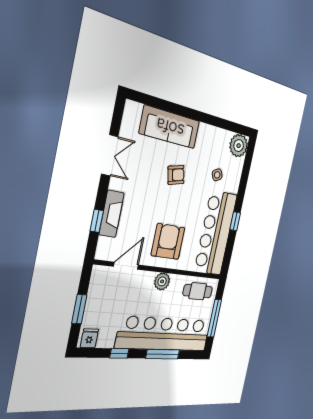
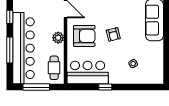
plant: (239, 146) -> (156, 76), removed
armchair: (176, 175) -> (113, 34), moved
bar counter: (216, 233) -> (88, 73), width x0.73

